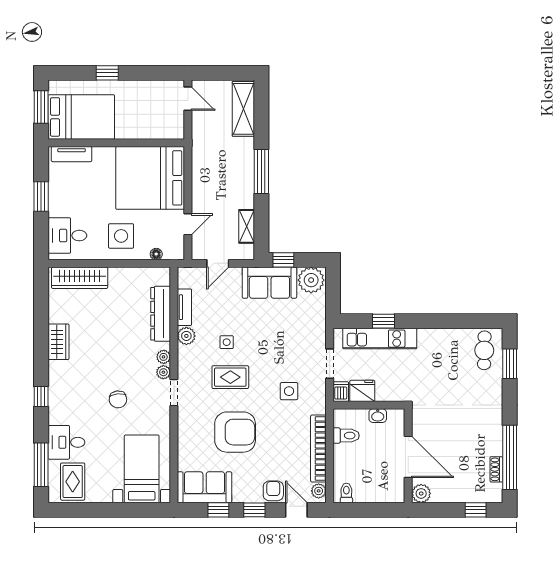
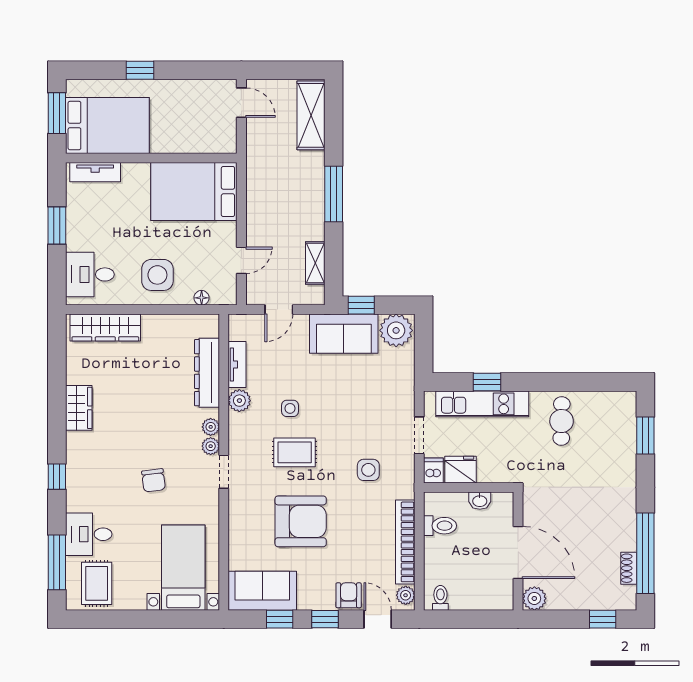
bed: (150, 178) -> (194, 192), width x0.73
cafe table: (484, 350) -> (562, 421), moved

